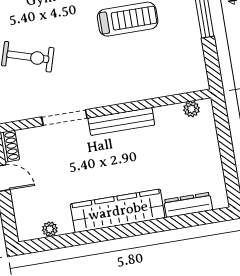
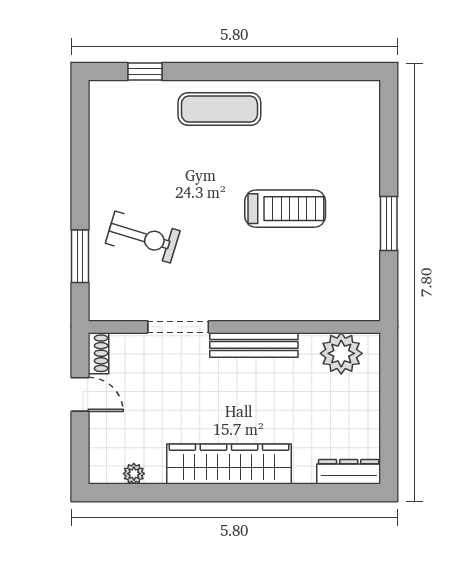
plant: (191, 109) -> (341, 353), width x1.88, depth x1.88
dresser: (188, 205) -> (349, 472), moved

